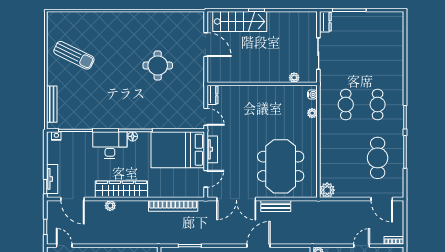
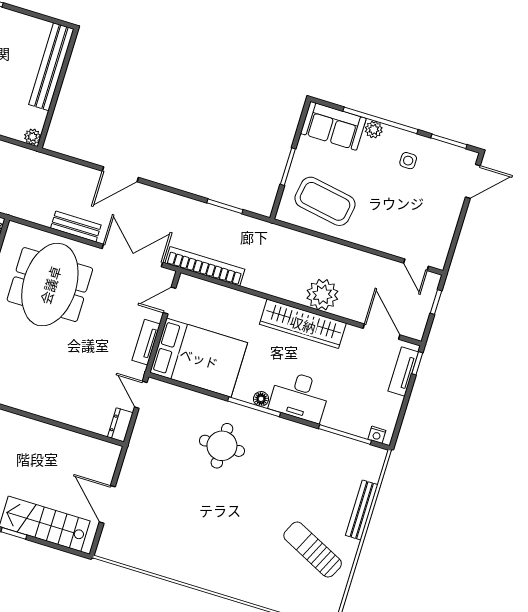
round table: (158, 66) -> (222, 446), moved
bench: (52, 104) -> (362, 510), moved
plant: (110, 206) -> (322, 295), width x1.87, depth x1.87
bookcase: (173, 206) -> (205, 266), moved

